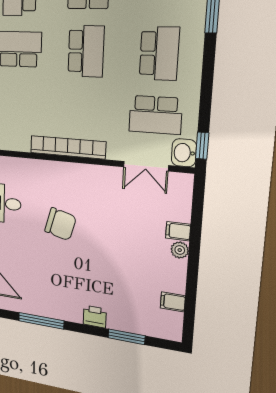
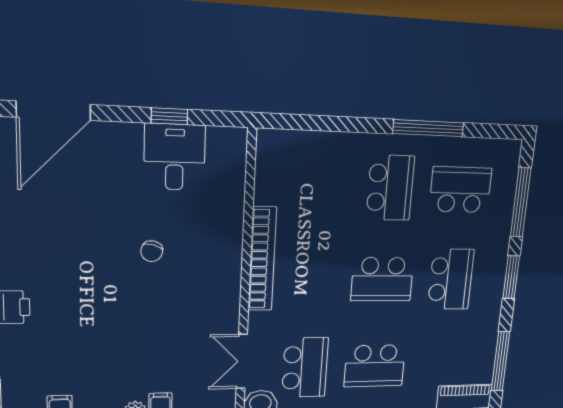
school desk: (155, 115) -> (305, 368), turned 180
chair: (60, 224) -> (152, 251), width x0.54, depth x0.54

